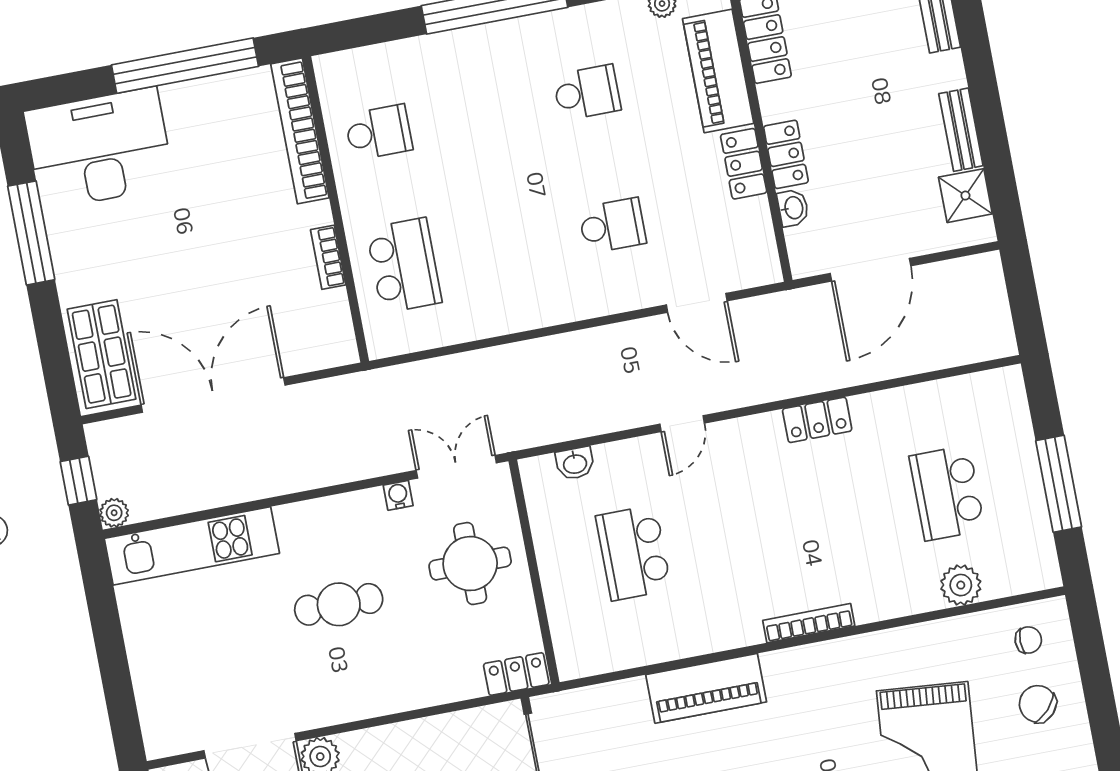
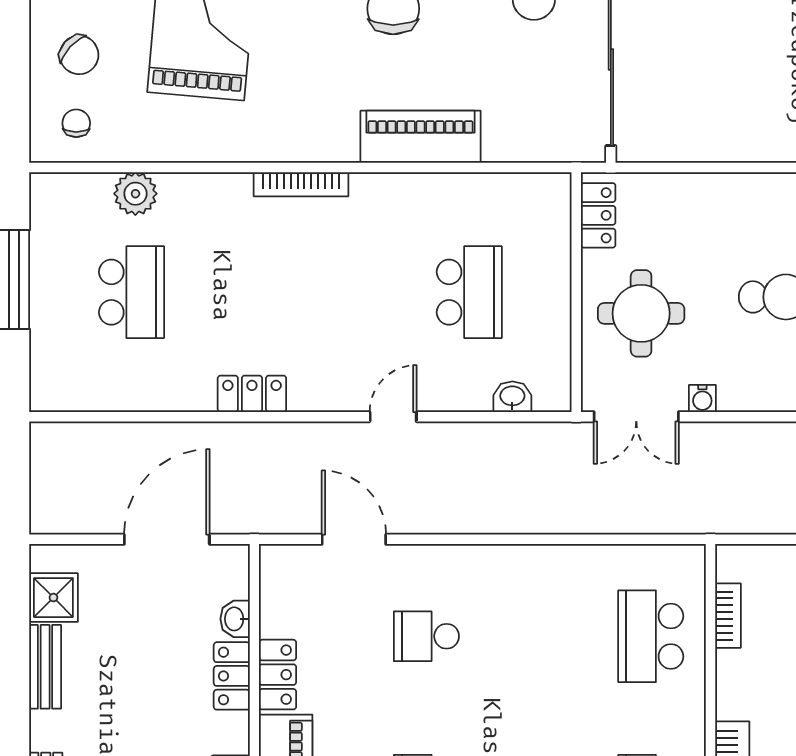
bookcase: (328, 257) -> (728, 616), moved
chair: (1028, 640) -> (76, 123), turned 90
locker: (516, 674) -> (598, 215), moved, turned -90

